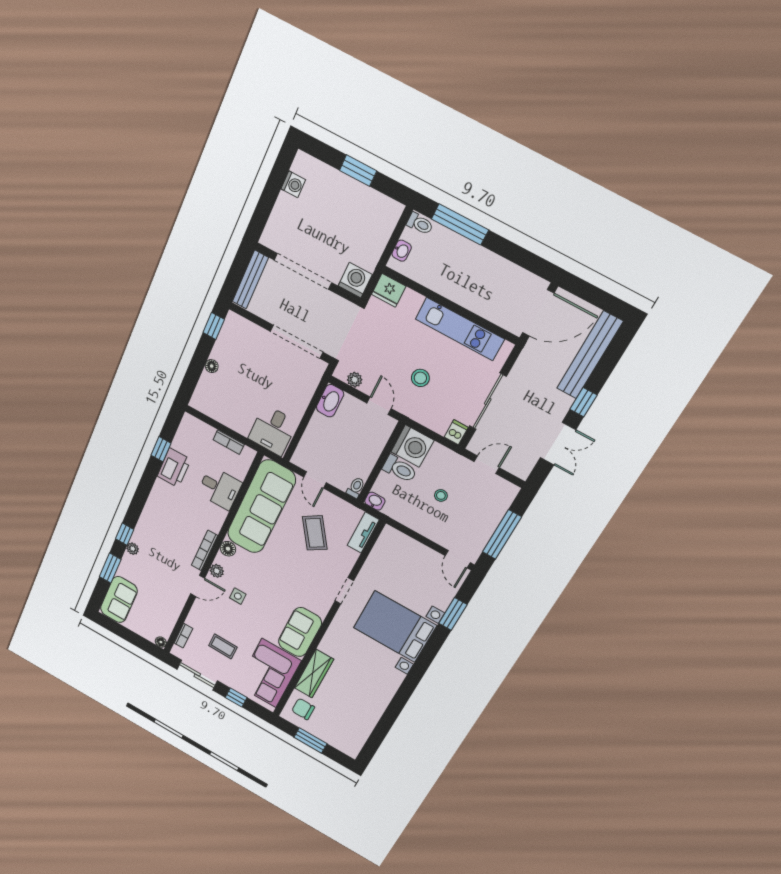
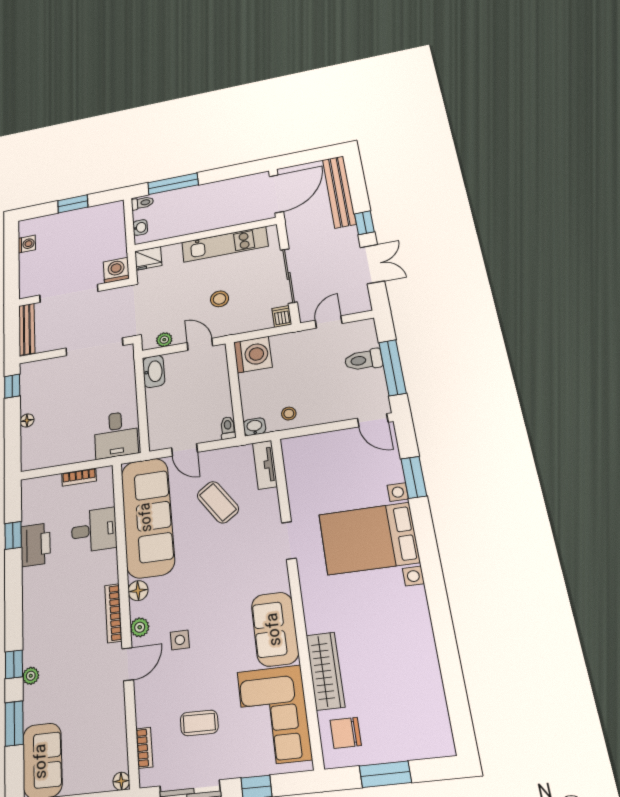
toilet: (400, 469) -> (363, 360), moved, turned 180
stool: (441, 495) -> (289, 414), moved

